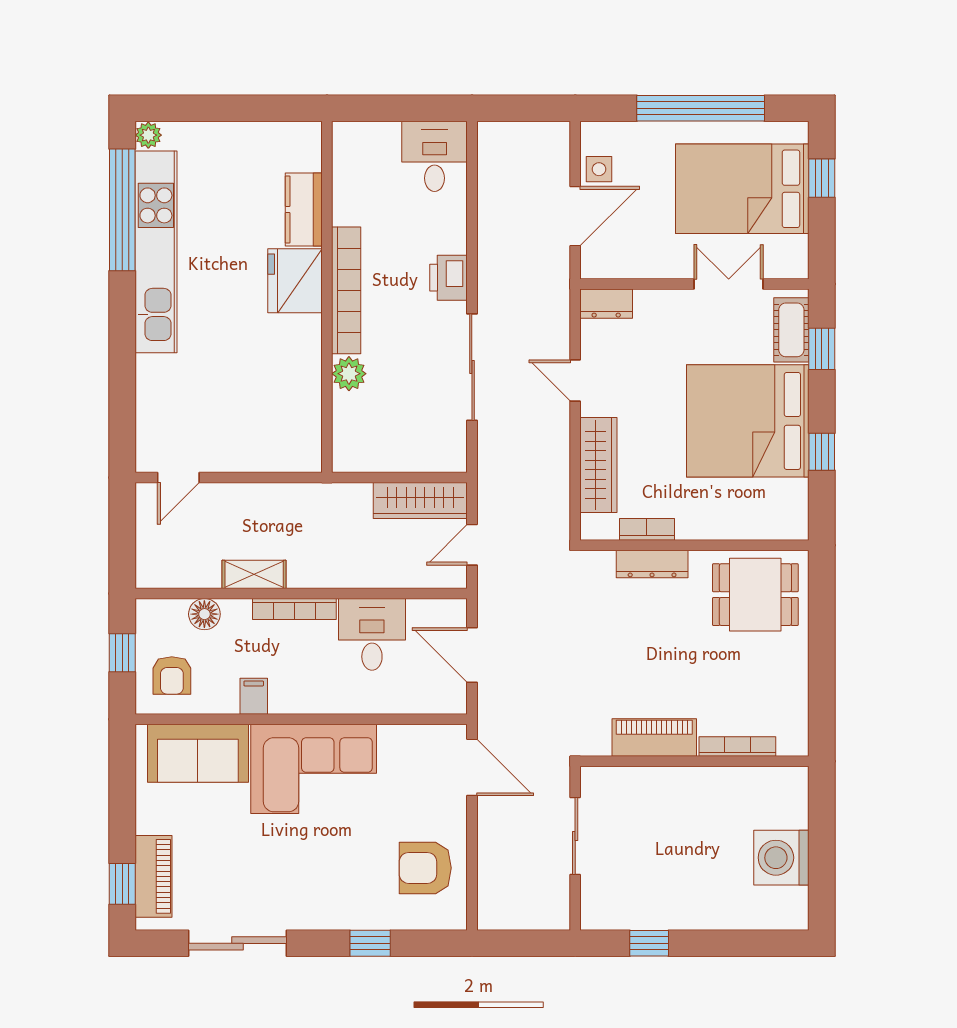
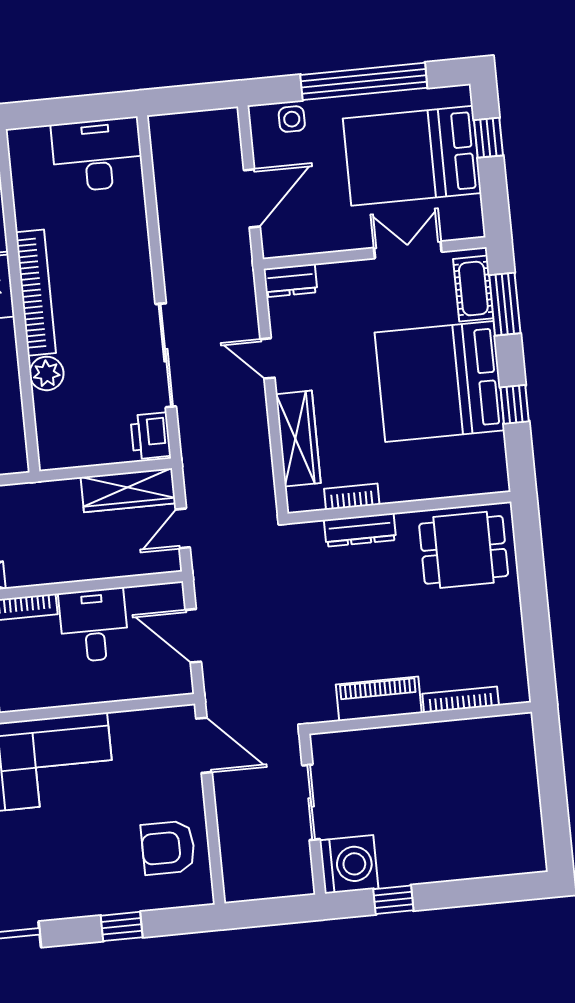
desk: (435, 156) -> (97, 155), width x1.37
side table: (599, 169) -> (292, 119), moved
printer: (449, 278) -> (151, 436), moved
window: (822, 349) -> (505, 304), width x1.50
washing machine: (781, 858) -> (349, 864), moved, turned 180

